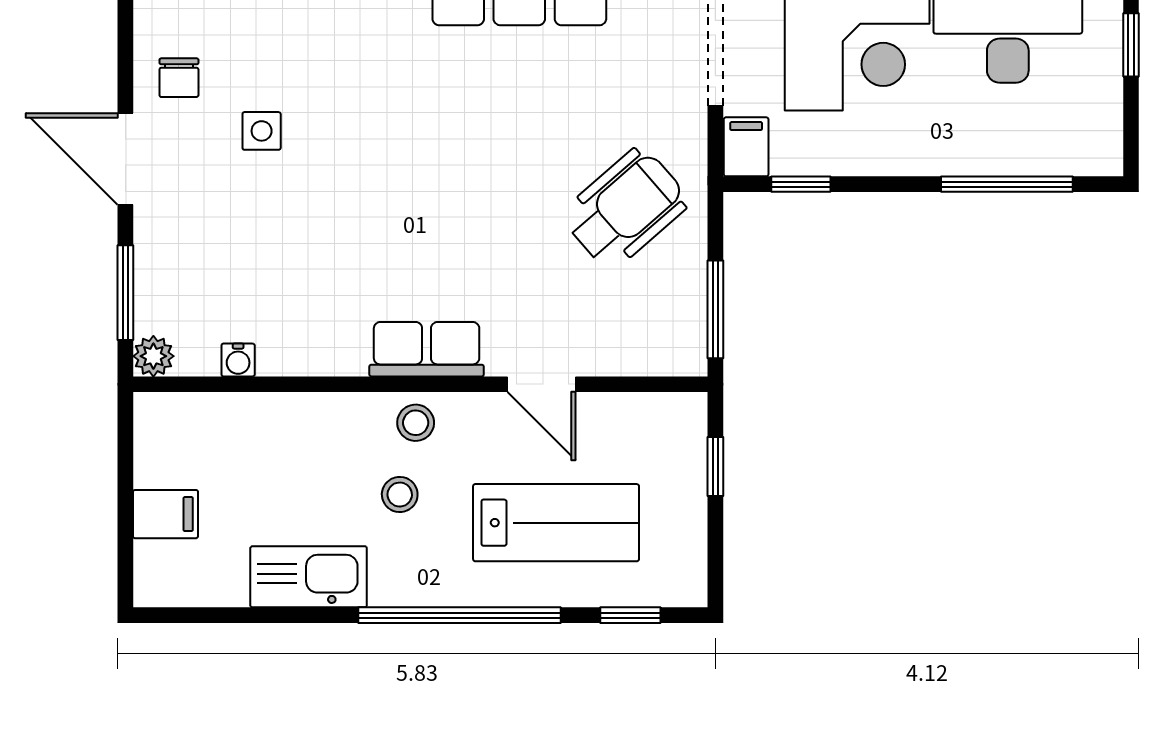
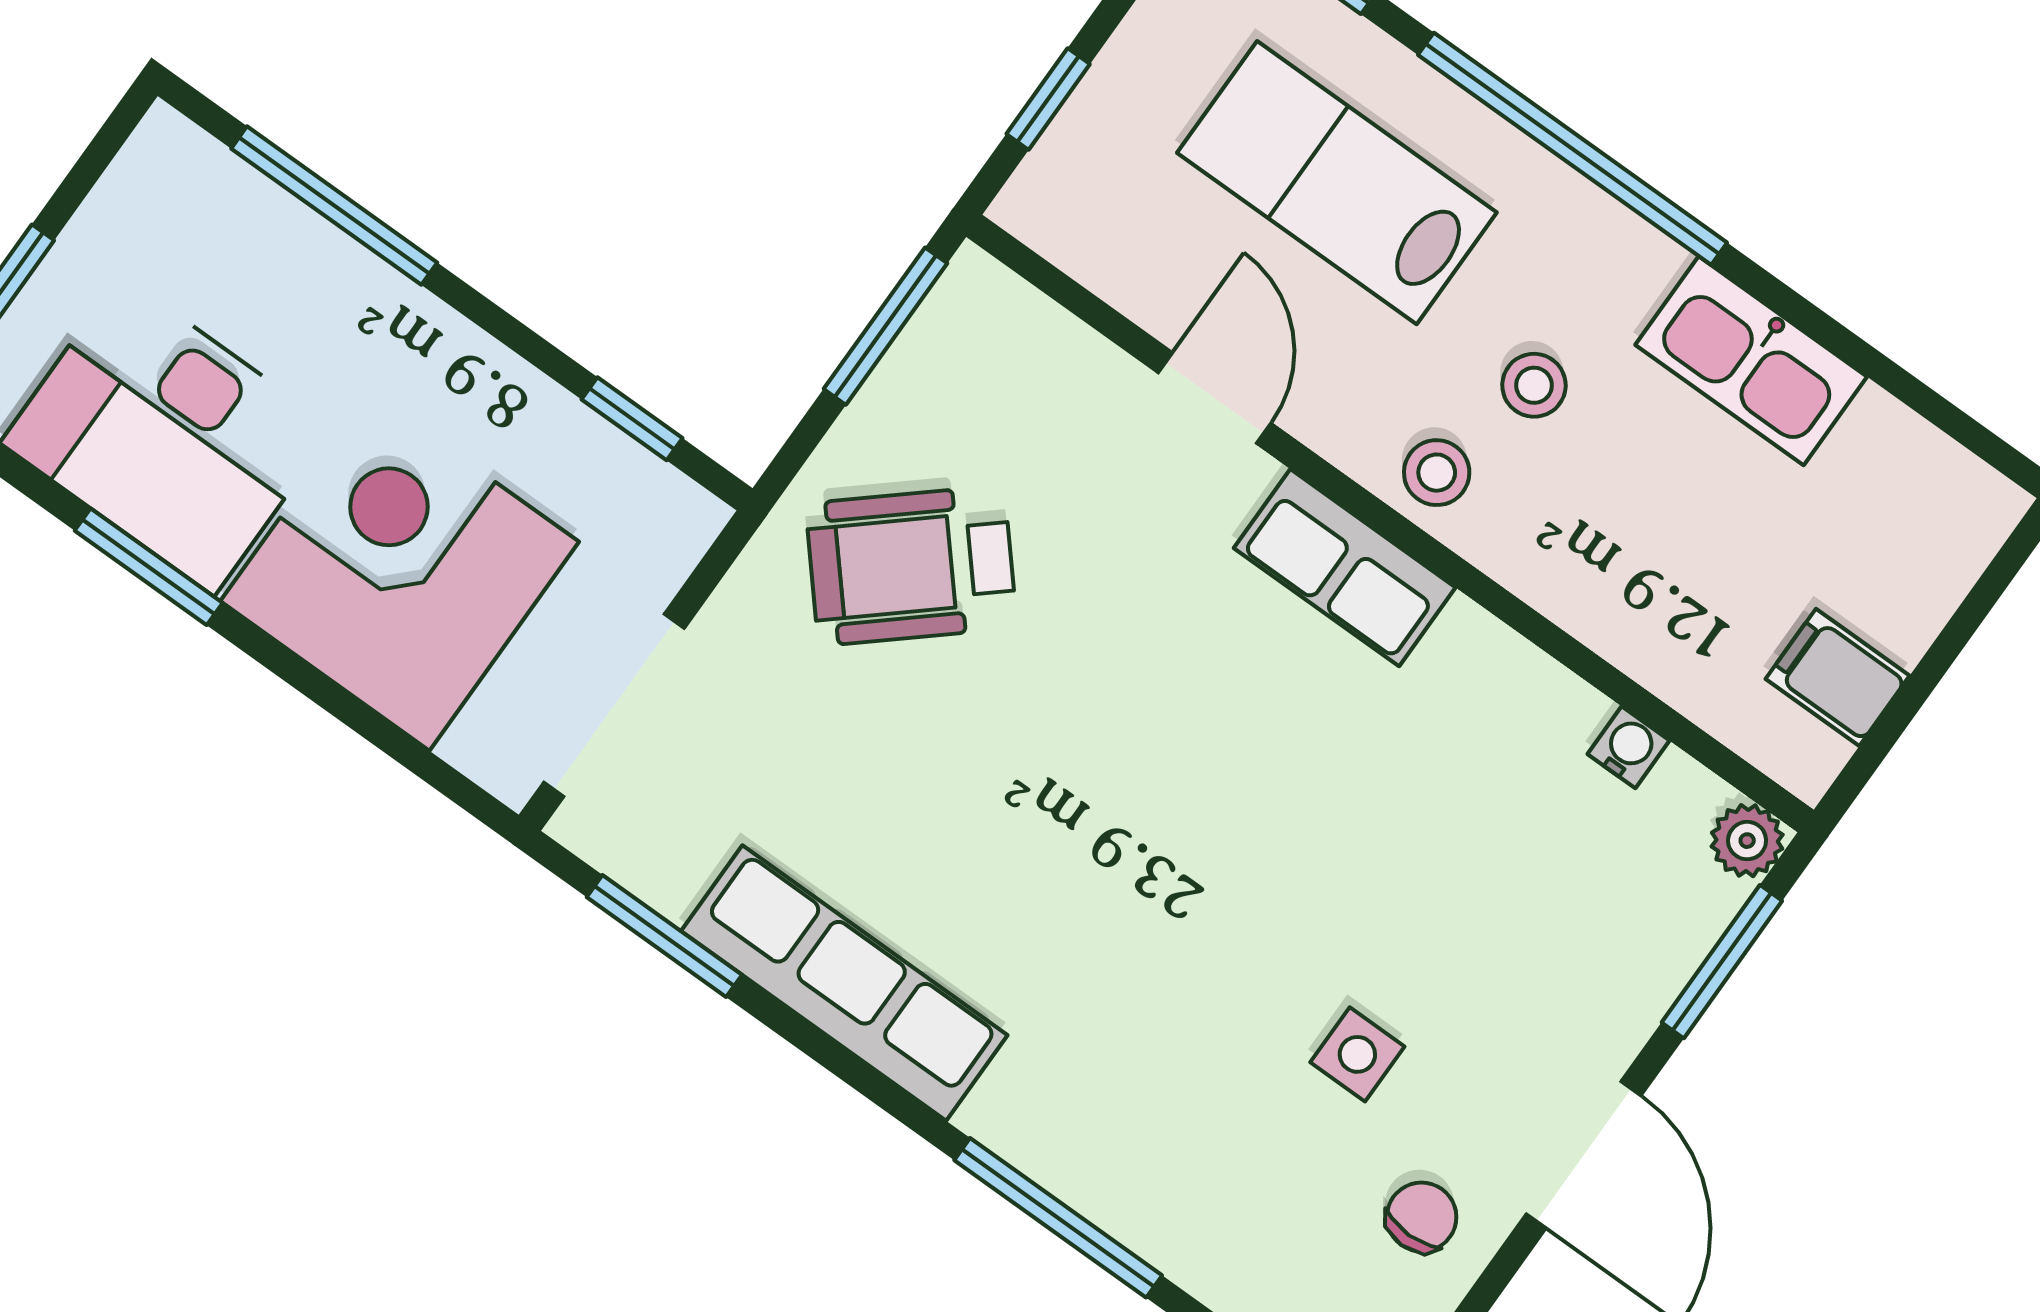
filing cabinet: (746, 147) -> (673, 530), removed
filing cabinet: (165, 514) -> (1838, 677), moved

